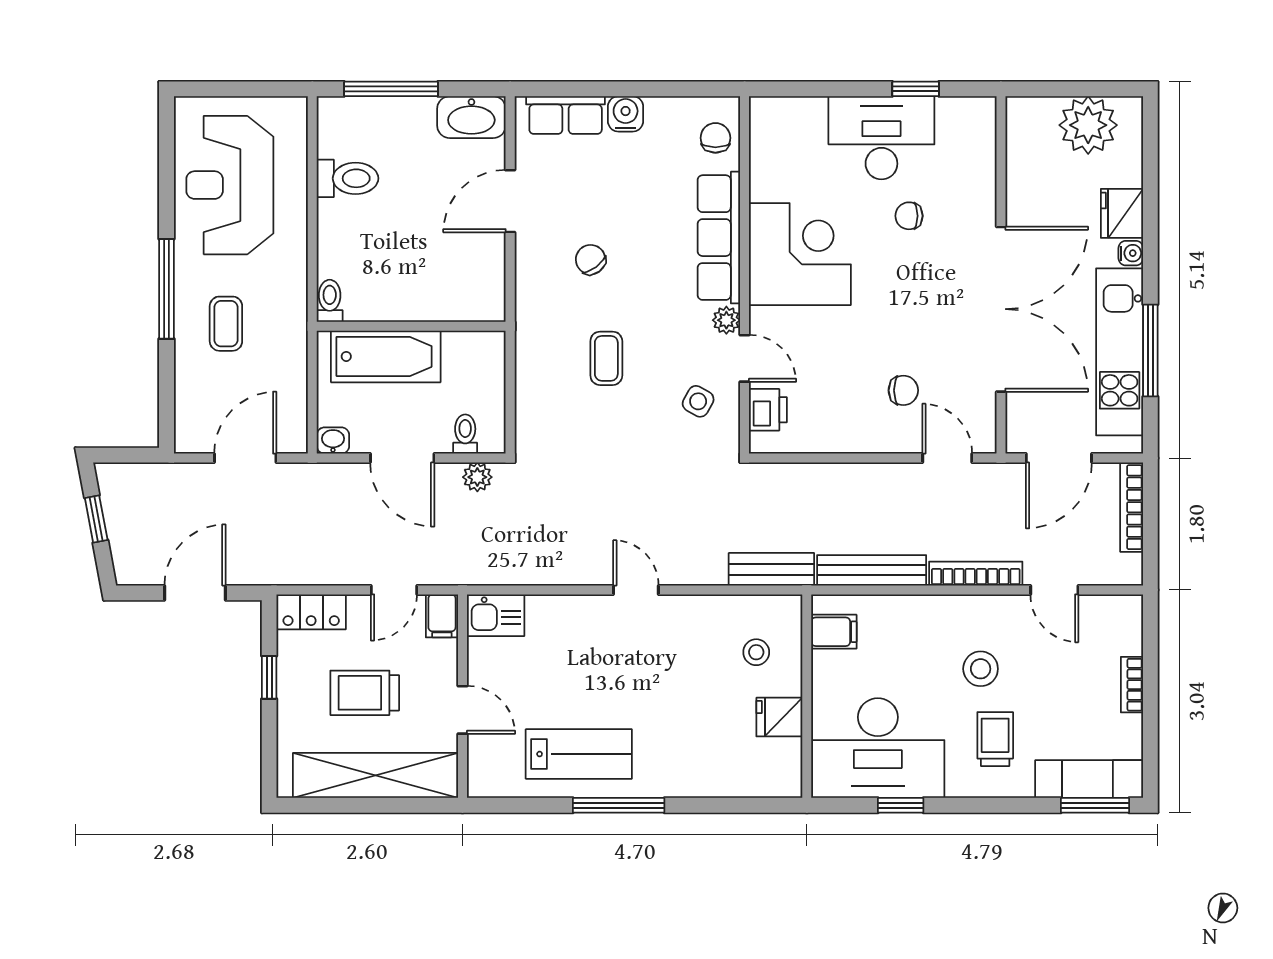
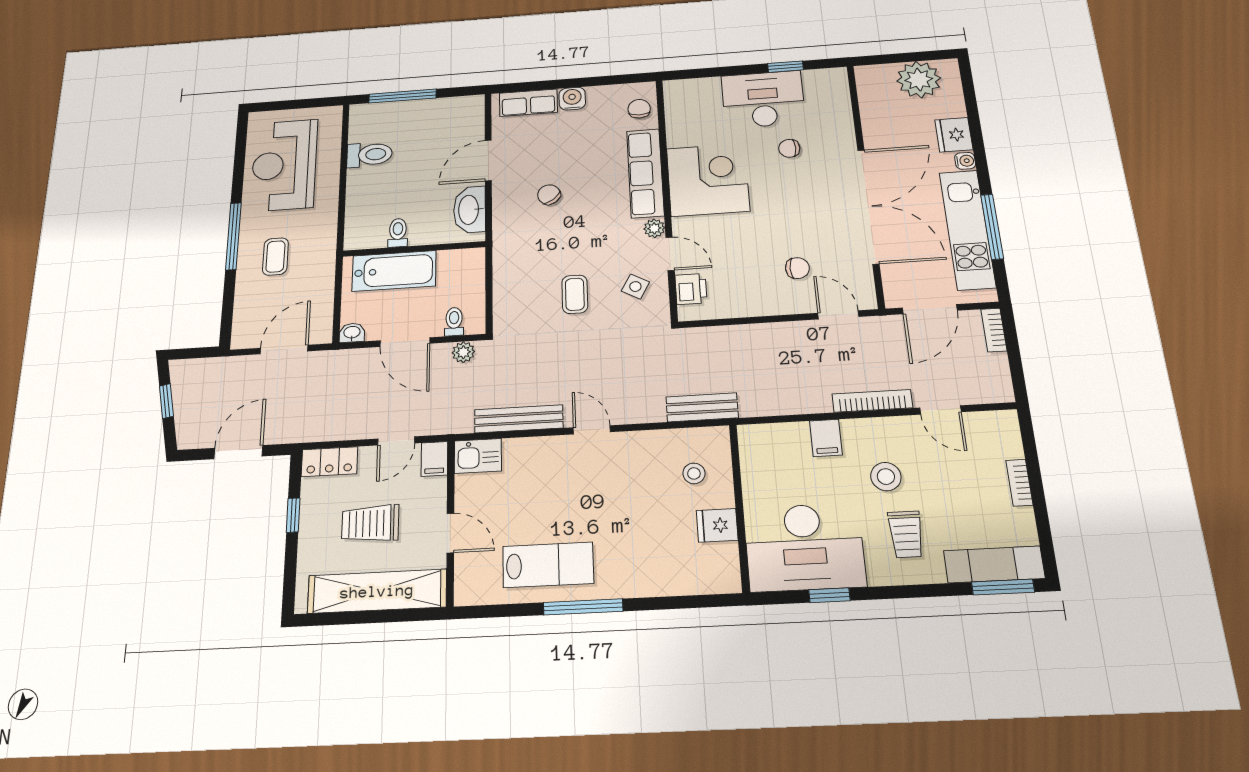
washbasin: (471, 117) -> (469, 210), moved, turned 90
toilet: (330, 301) -> (398, 233), moved
coffee table: (606, 358) -> (575, 294), moved
bookcase: (1132, 507) -> (994, 330), width x0.64
bench: (872, 570) -> (519, 419), moved
filing cabinet: (834, 632) -> (826, 438), moved, turned 90
trolley: (995, 739) -> (906, 534), turned 180

